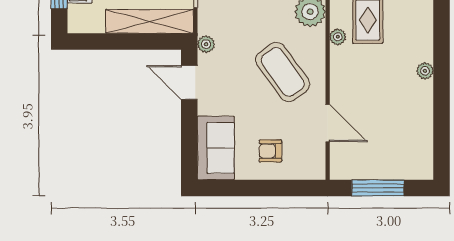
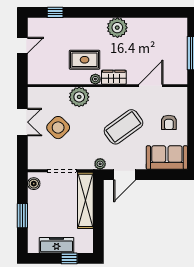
wardrobe: (341, 66) -> (114, 77), added
plant: (425, 71) -> (117, 28), width x1.88, depth x1.88
coffee table: (283, 72) -> (123, 127), moved

